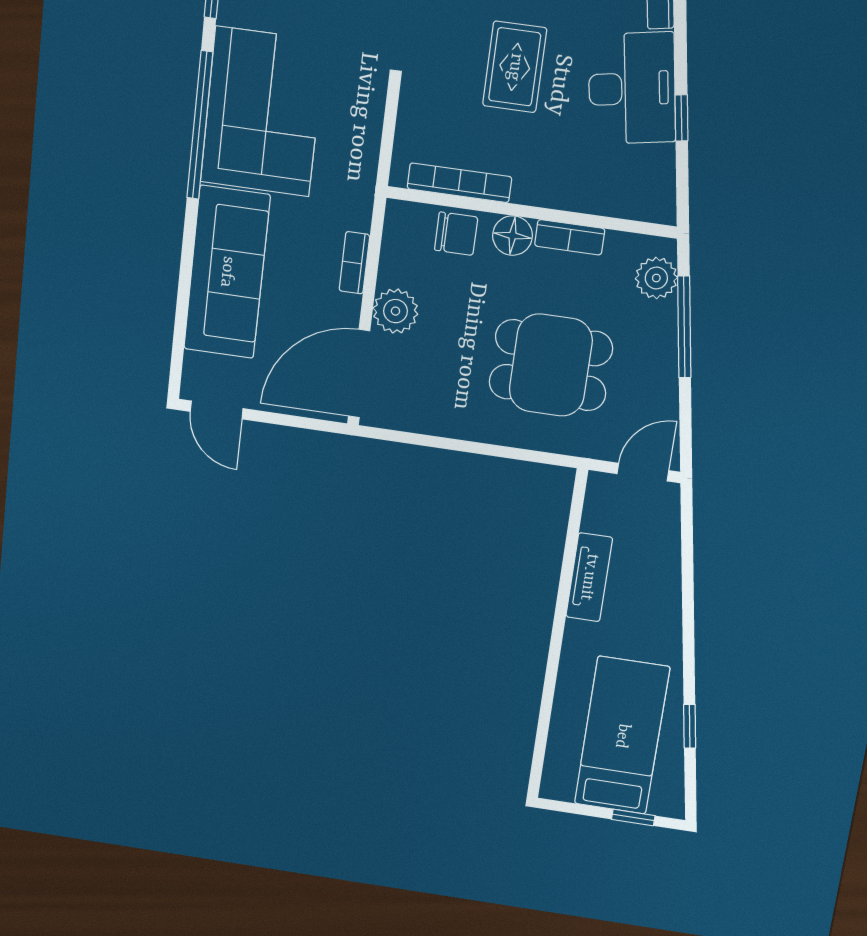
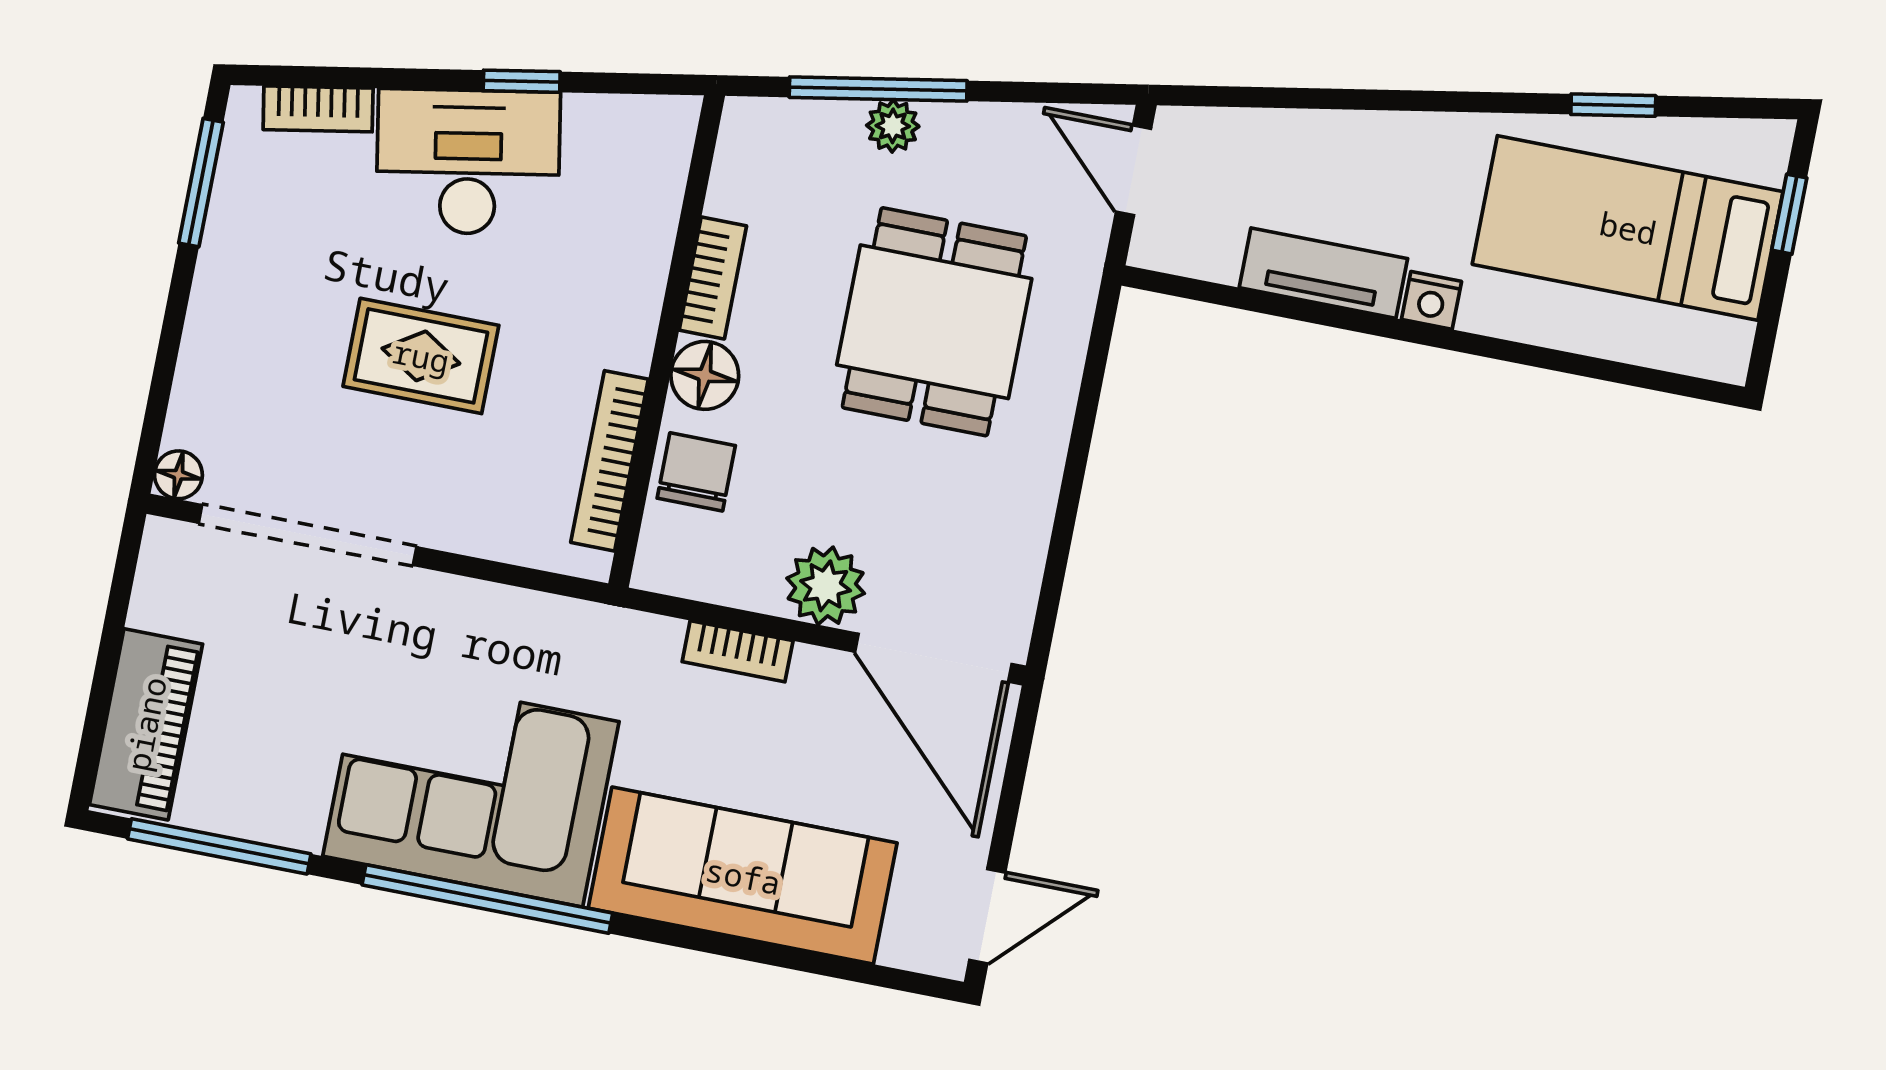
plant: (656, 278) -> (893, 126), moved, width x0.73, depth x0.73
nightstand: (577, 635) -> (1431, 300), added

